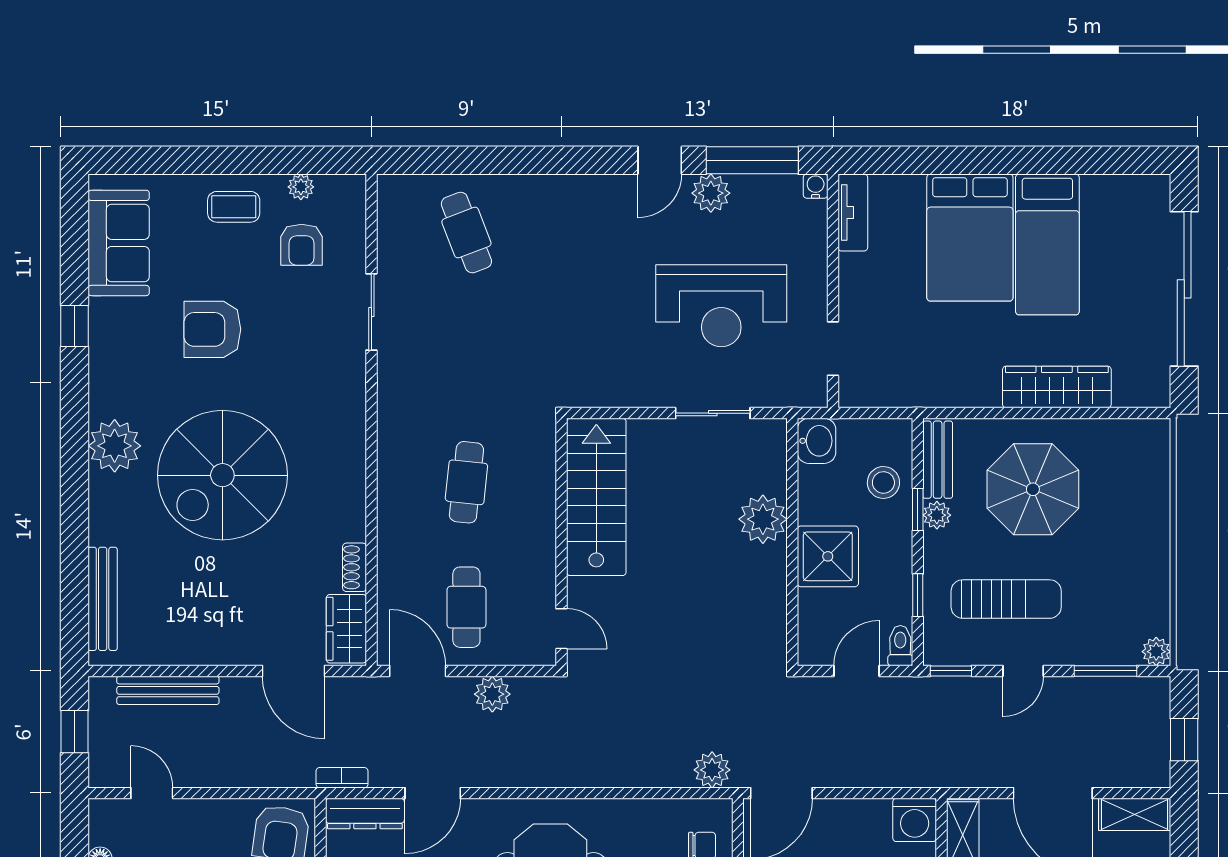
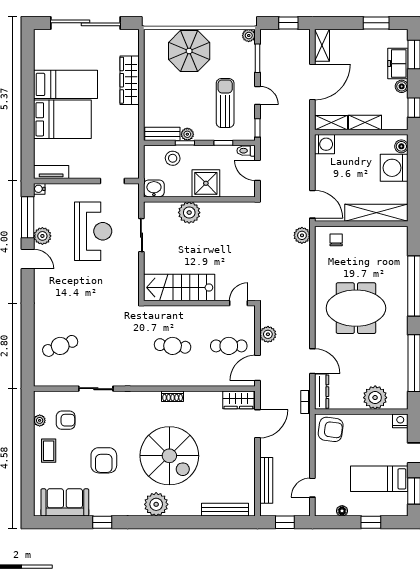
parasol: (1033, 489) -> (189, 51), moved
shoe rack: (355, 567) -> (173, 396), moved

